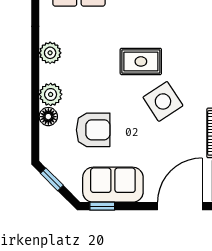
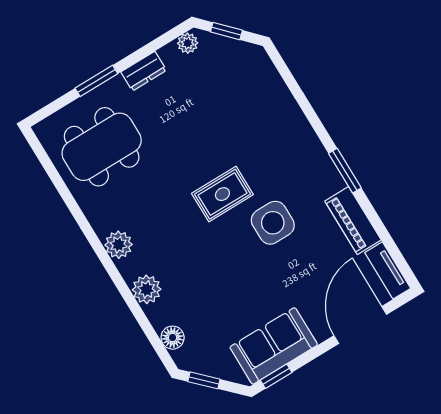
side table: (163, 101) -> (273, 223), turned 33
floor lamp: (48, 117) -> (173, 338), moved
armchair: (93, 130) -> (216, 300), removed

